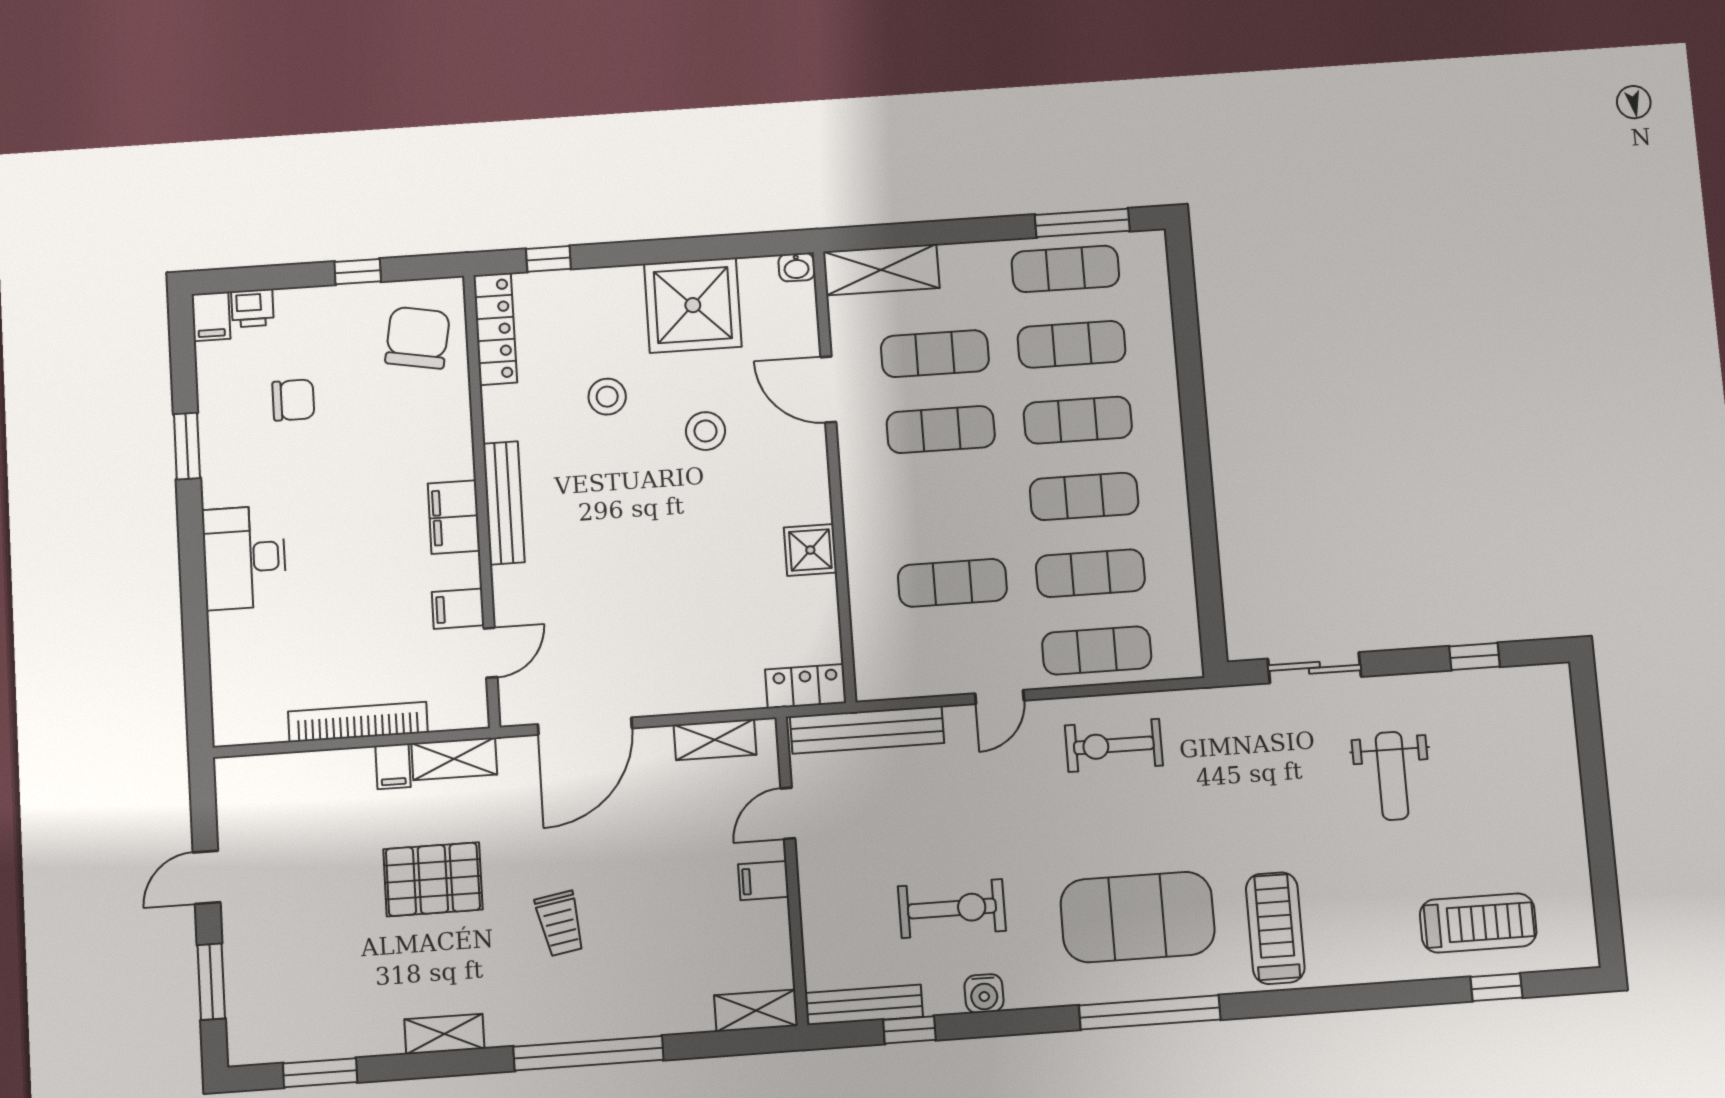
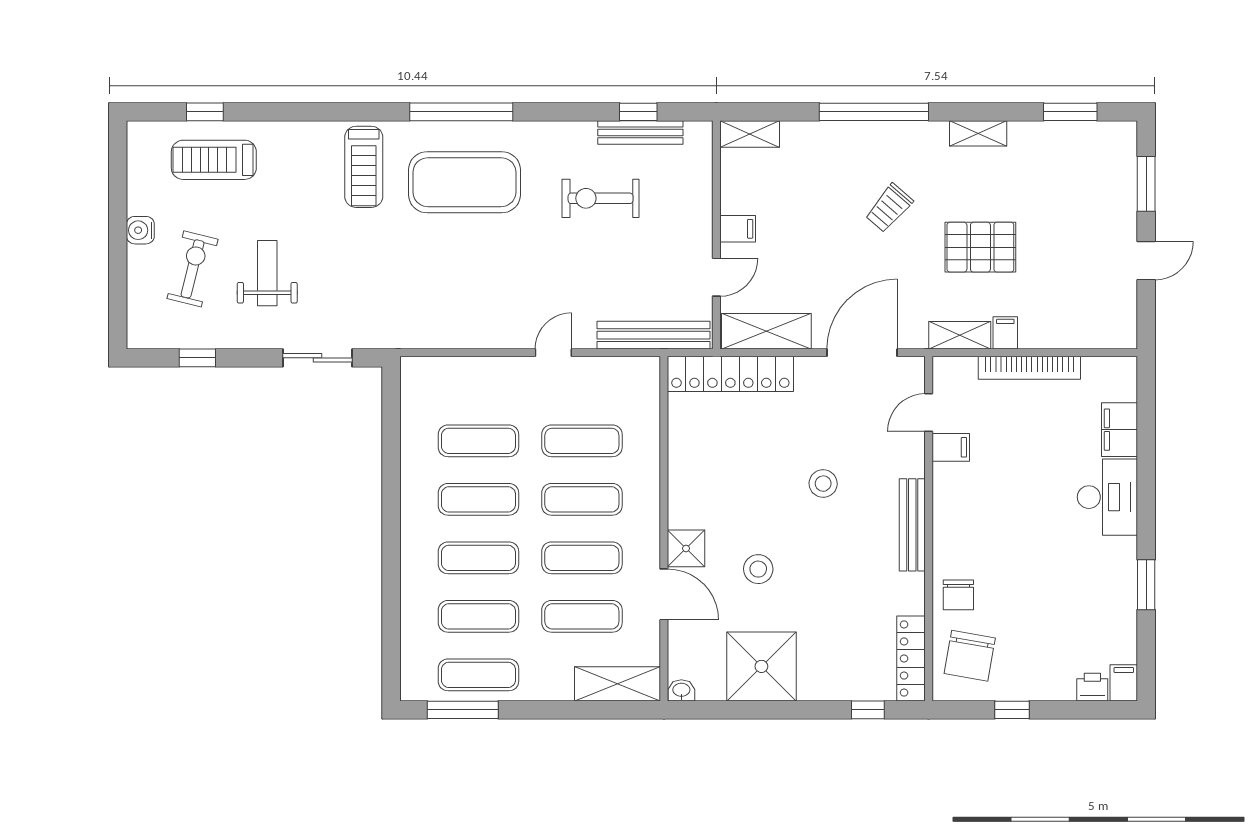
stool: (607, 397) -> (823, 484), moved
chair: (293, 400) -> (958, 595), moved, turned -90
filing cabinet: (454, 517) -> (1120, 430), moved, turned 180
shower: (810, 550) -> (686, 548), moved
exercise mat: (1097, 650) -> (582, 499), moved
locker: (806, 686) -> (730, 374), width x2.16, depth x1.21
shelving: (715, 740) -> (766, 331), width x1.50, depth x1.33
exercise bike: (1114, 745) -> (192, 269), moved, turned -76
trolley: (560, 923) -> (889, 208), turned -129
water cooler: (984, 993) -> (140, 230), moved, turned -90
bench: (864, 1005) -> (640, 132), moved

